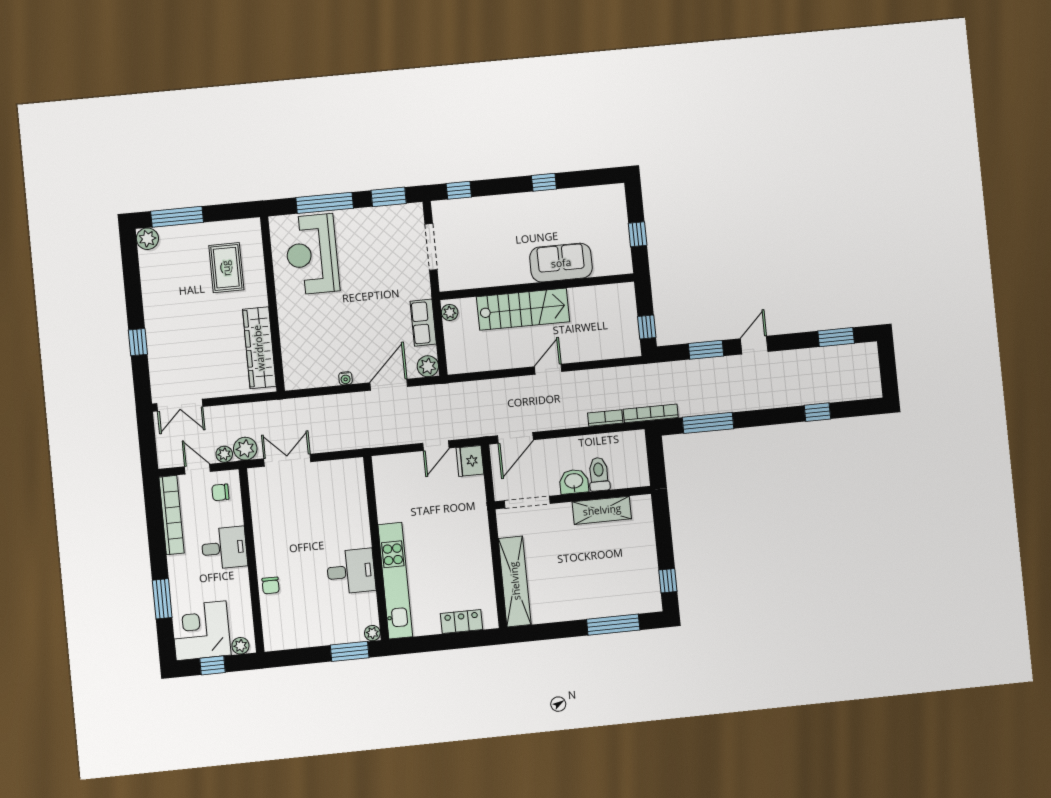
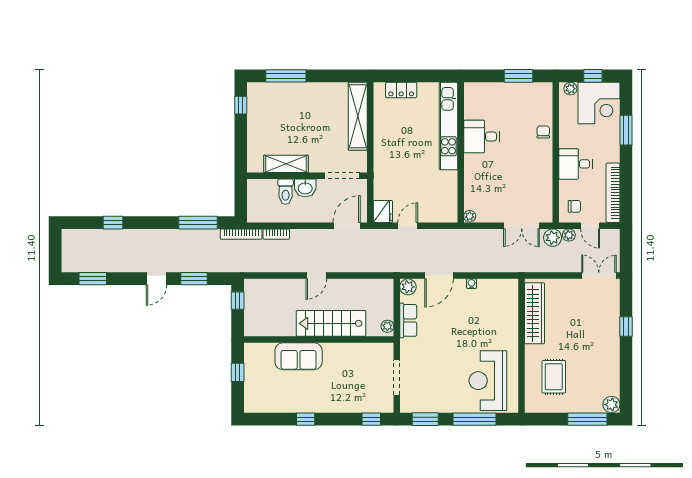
reception desk: (312, 254) -> (488, 381), turned 180
plant: (372, 633) -> (470, 216), moved
window: (350, 651) -> (519, 76), moved

